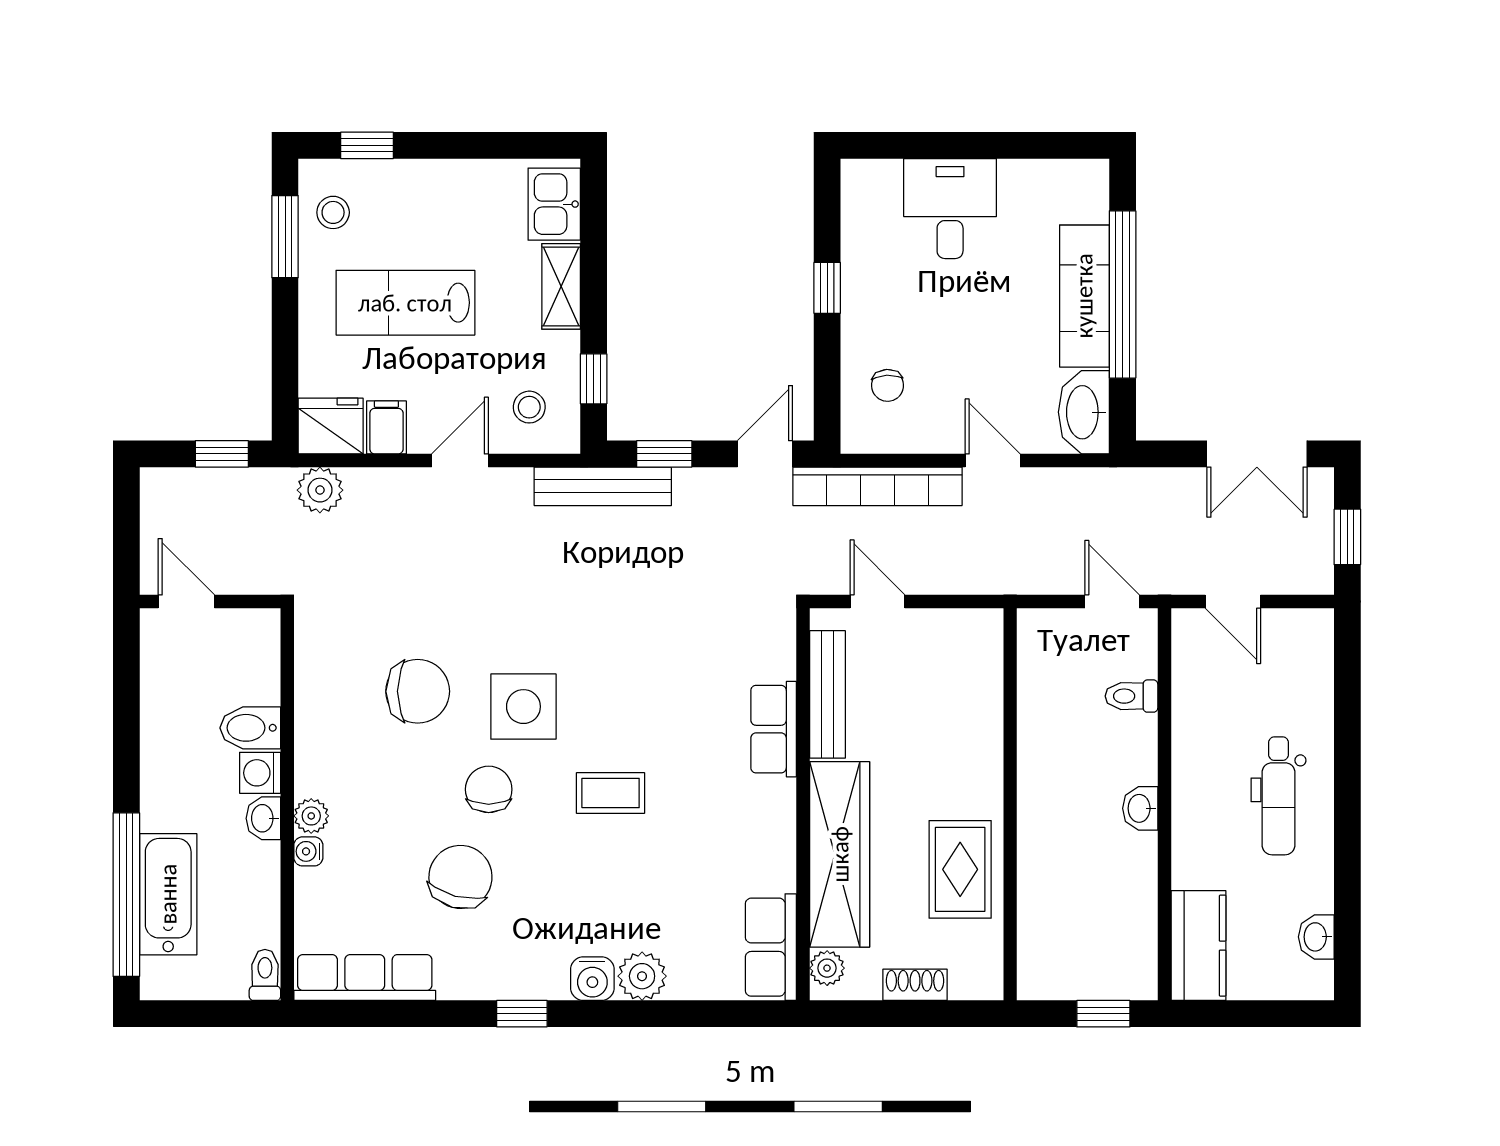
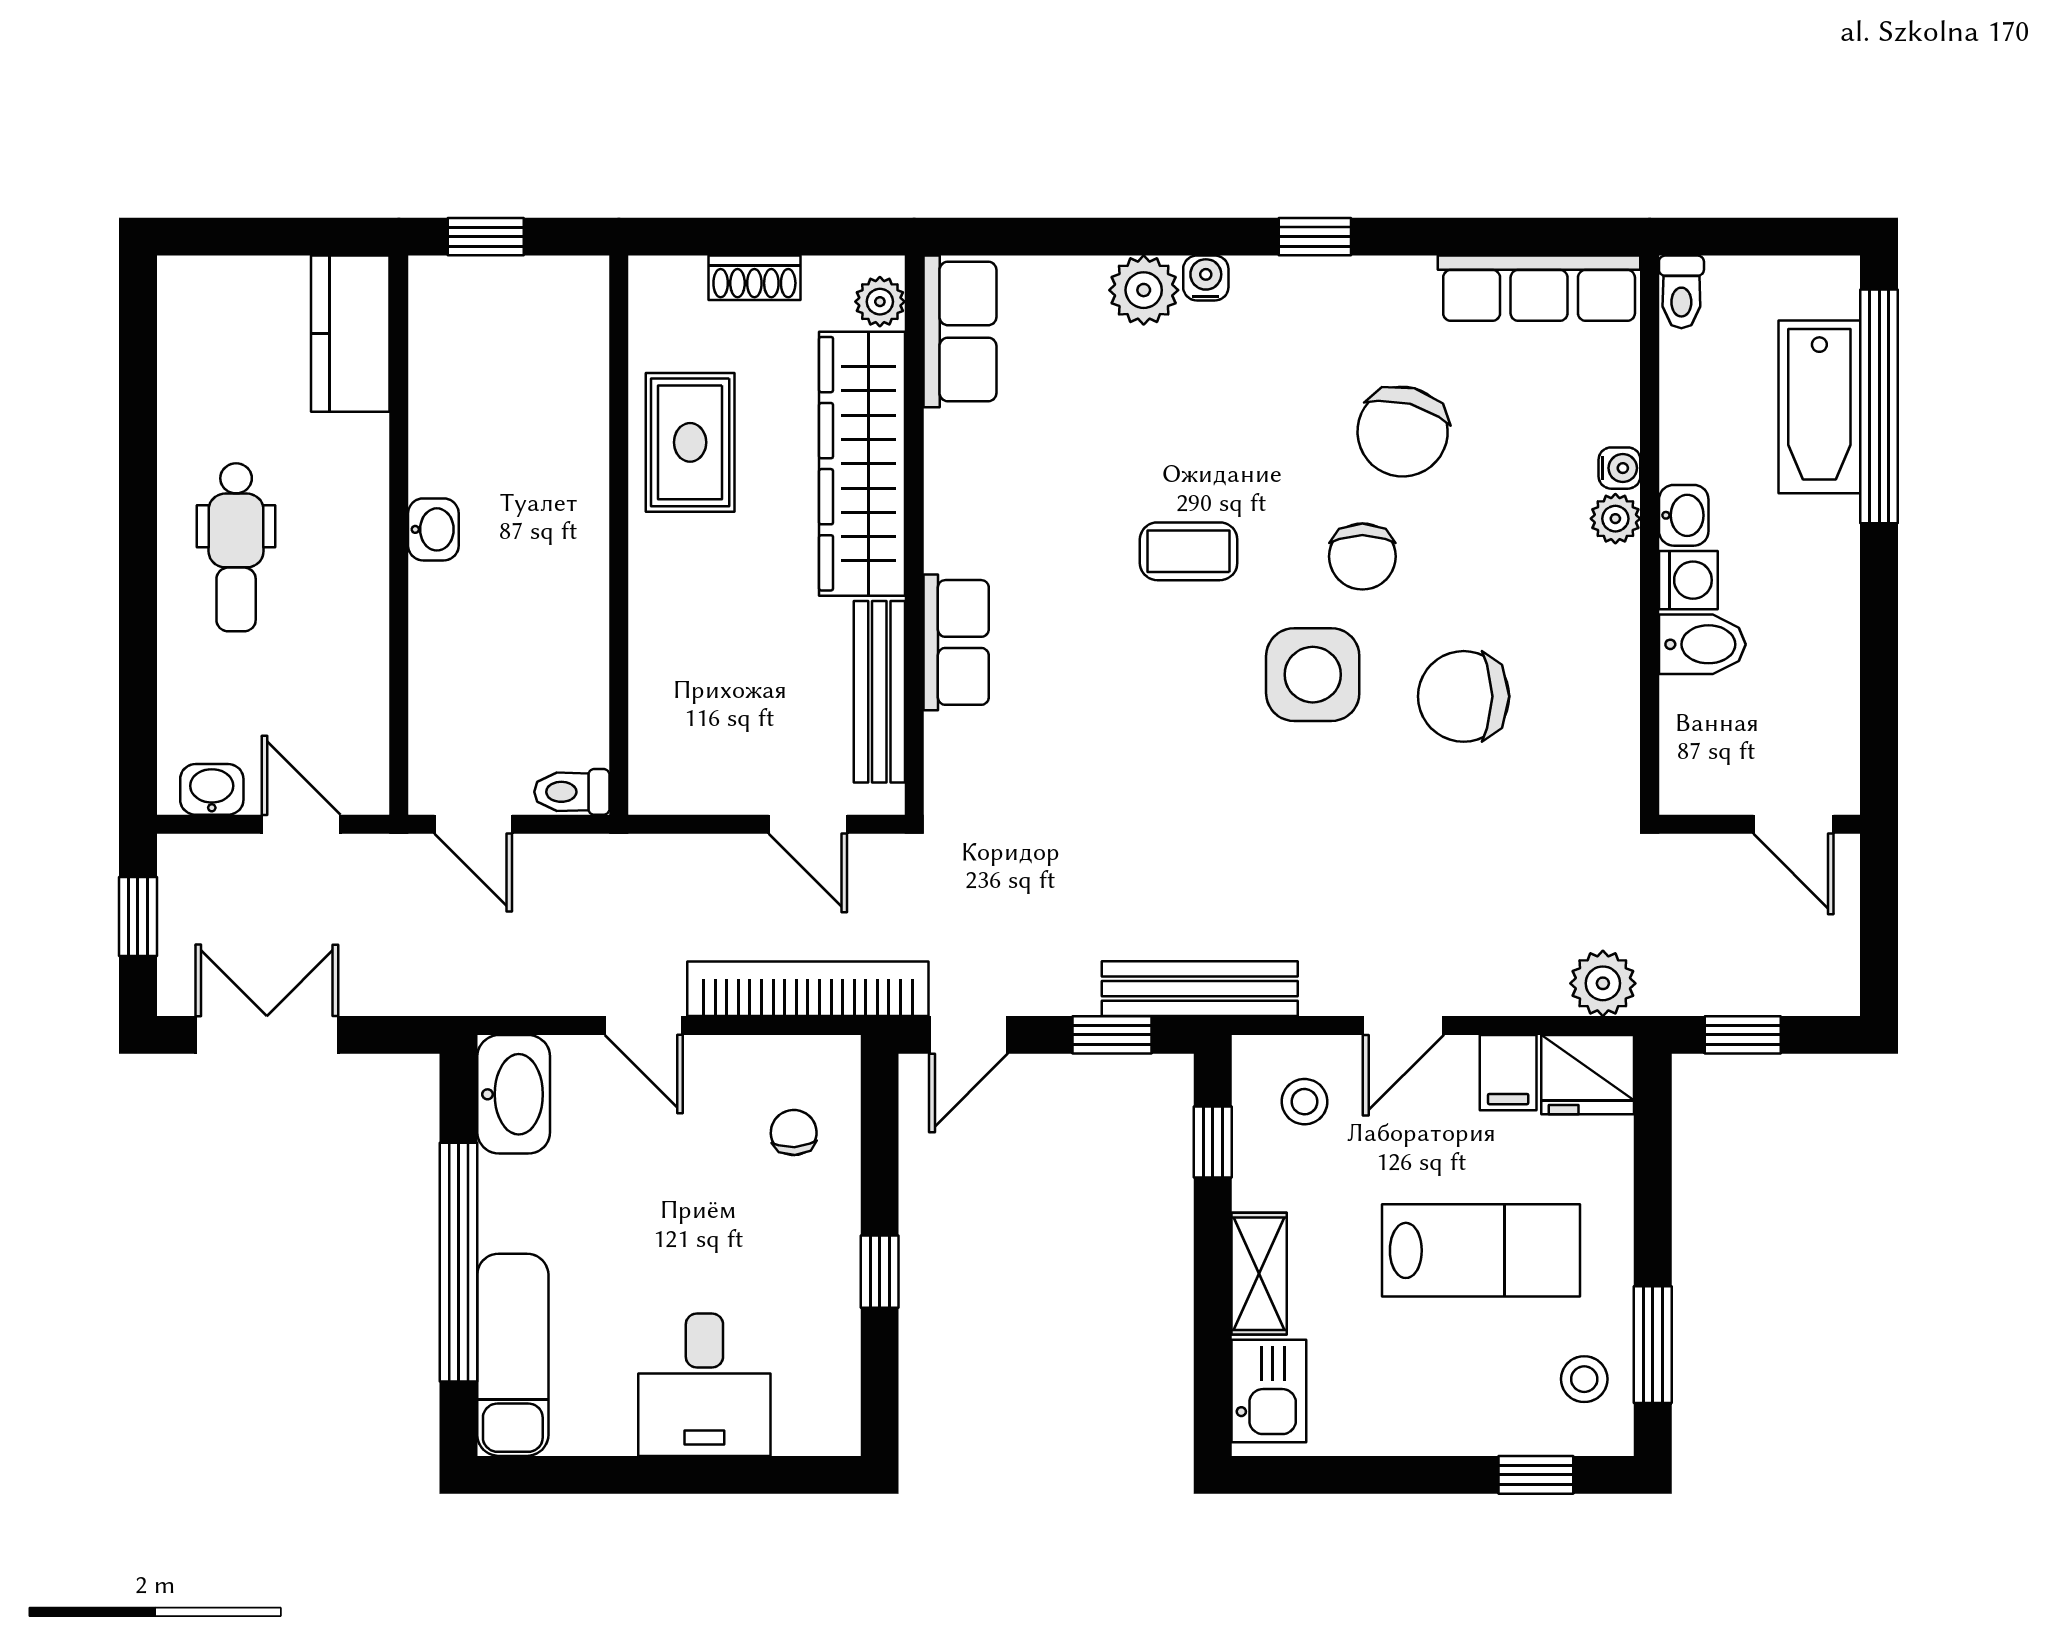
exam couch: (1084, 296) -> (513, 1355), moved
toilet: (1131, 696) -> (572, 792), moved, turned 180
dental chair: (1279, 796) -> (236, 547), turned 180
washbasin: (1316, 937) -> (212, 789), moved, turned -90
water cooler: (592, 979) -> (1206, 278), width x0.72, depth x0.72

